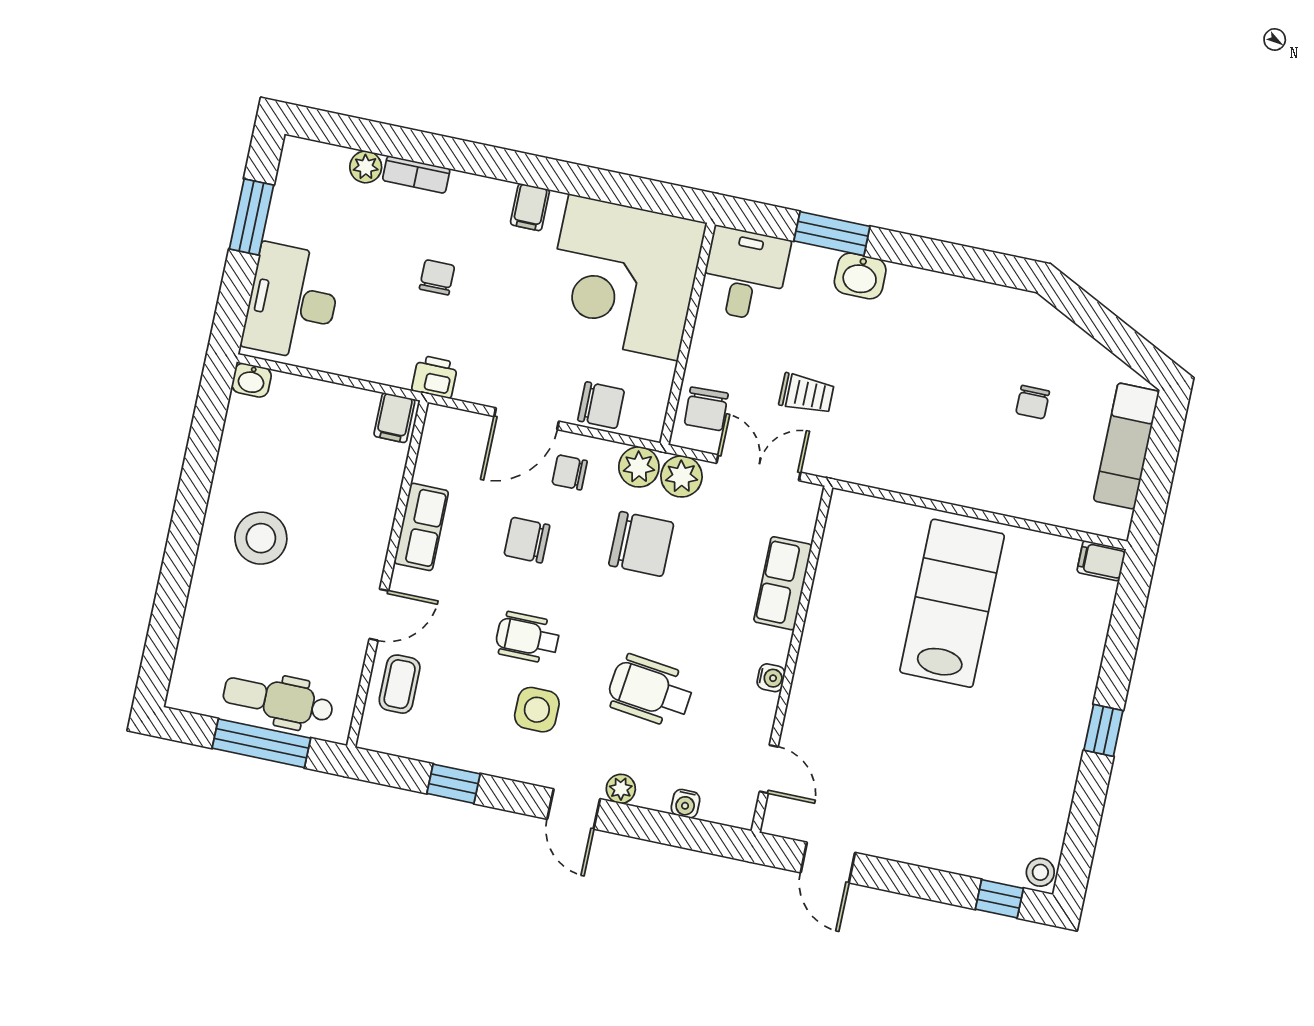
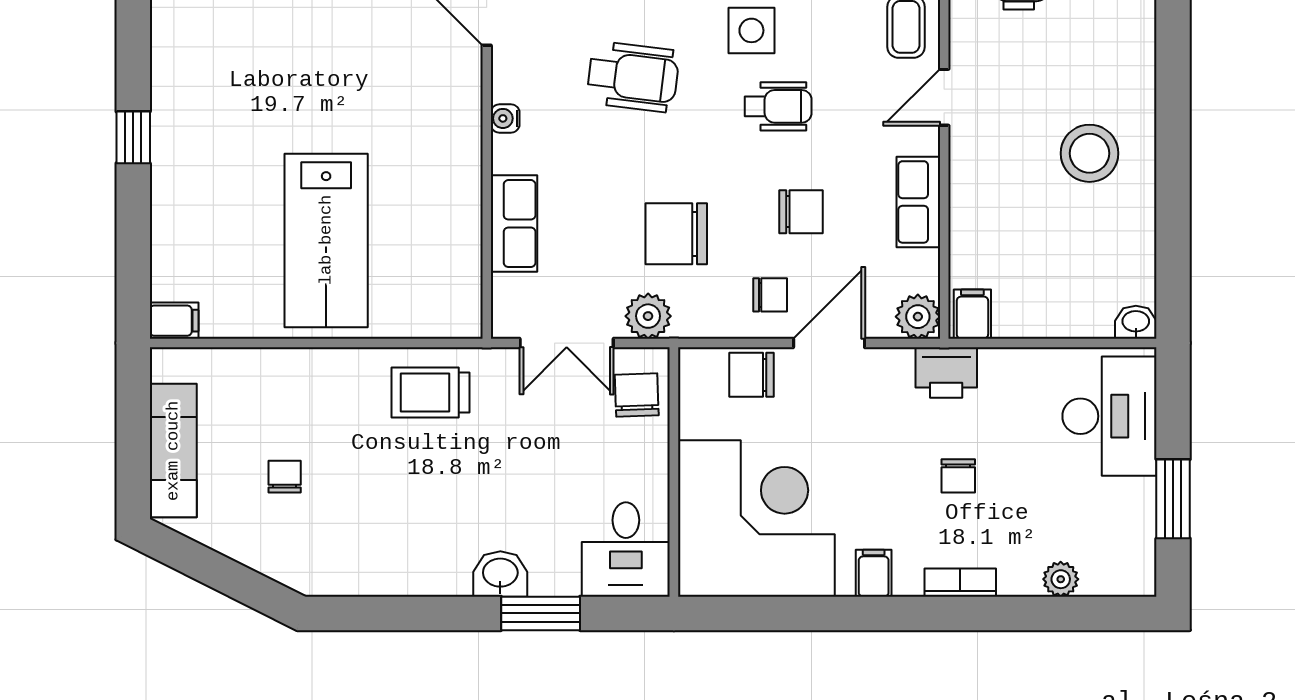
bookcase: (416, 174) -> (960, 583), moved
printer: (435, 377) -> (946, 373), width x1.36, depth x1.24
trolley: (806, 394) -> (431, 393), moved, width x1.36, depth x1.39
plant: (639, 467) -> (918, 317), moved

